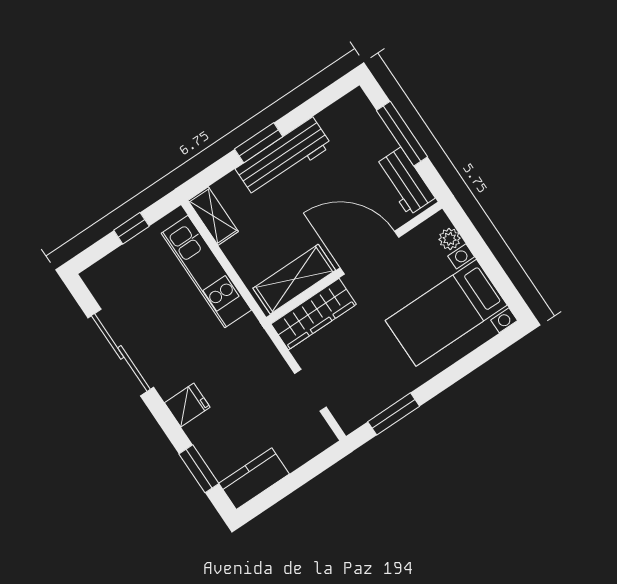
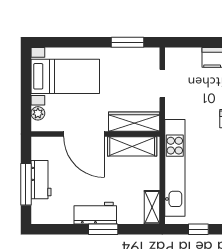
workbench: (284, 157) -> (95, 213), width x0.73
workbench: (405, 181) -> (41, 180), moved
kitchen unit: (206, 272) -> (175, 168), width x1.36

